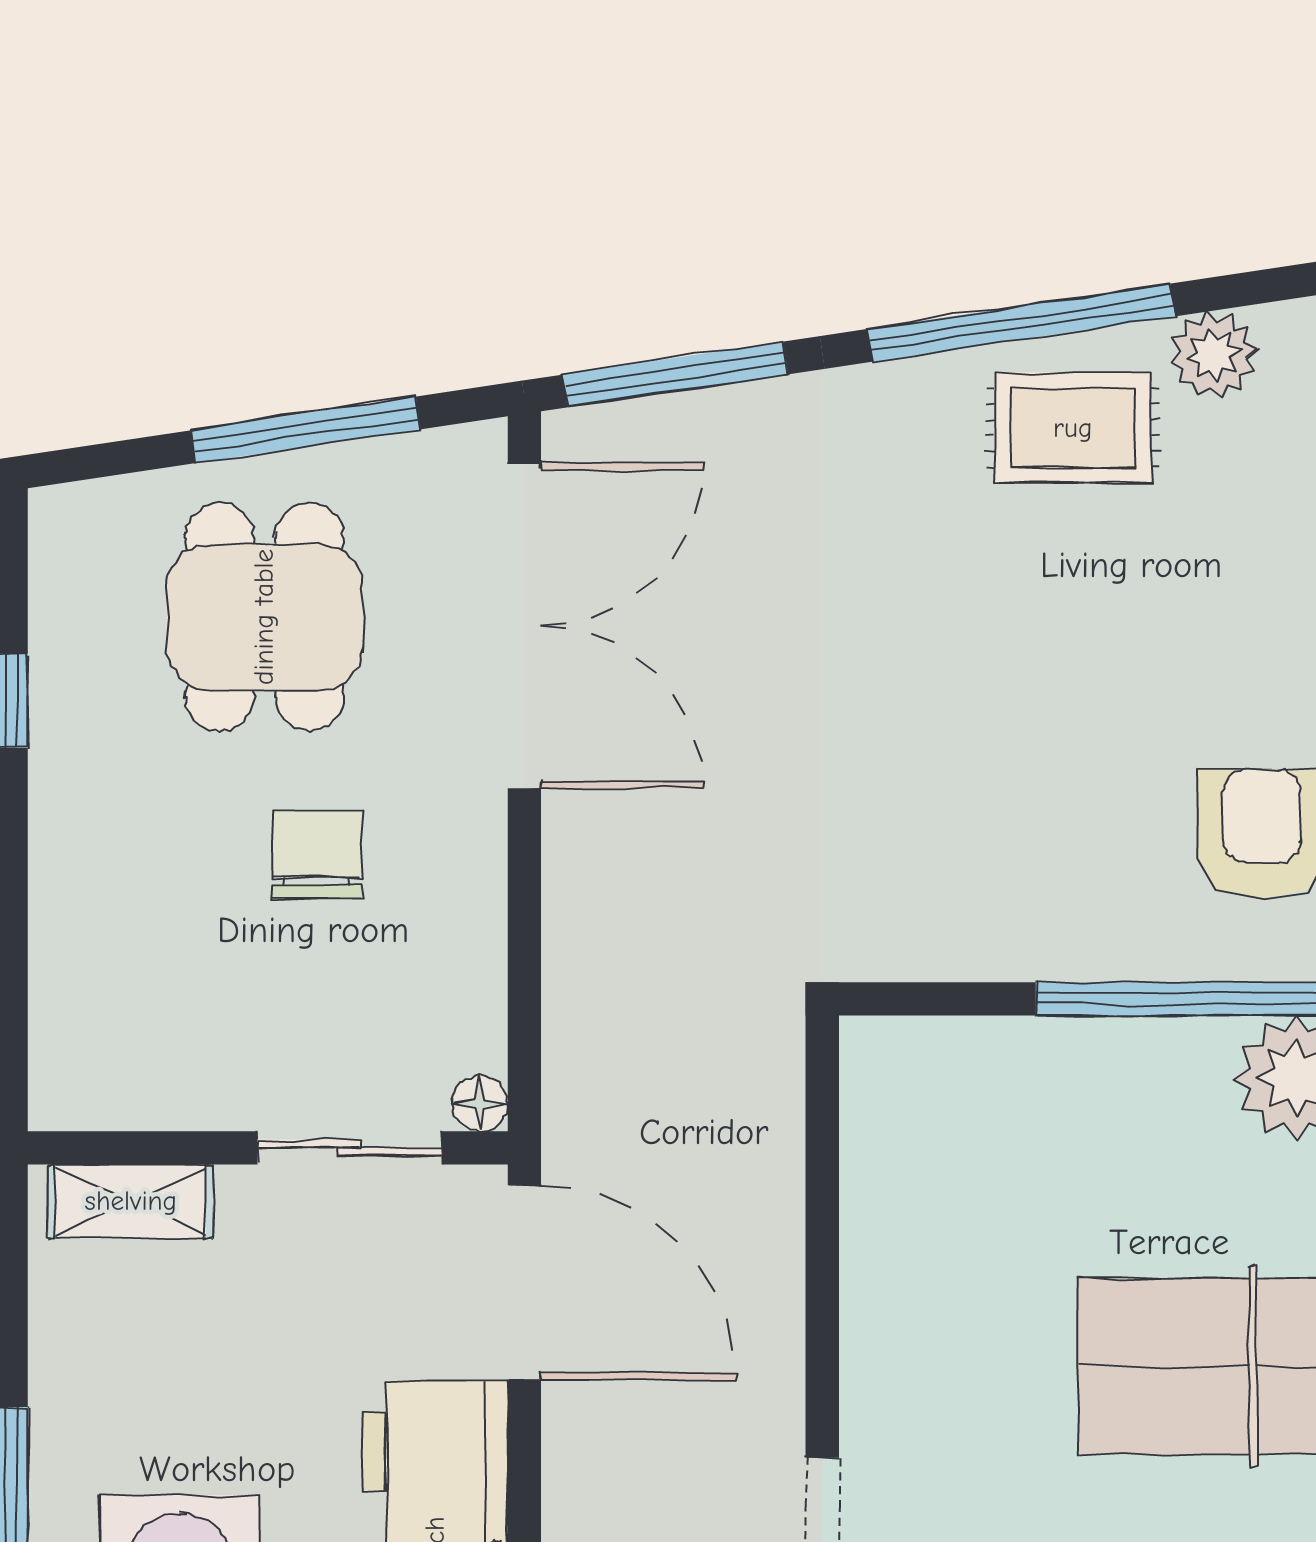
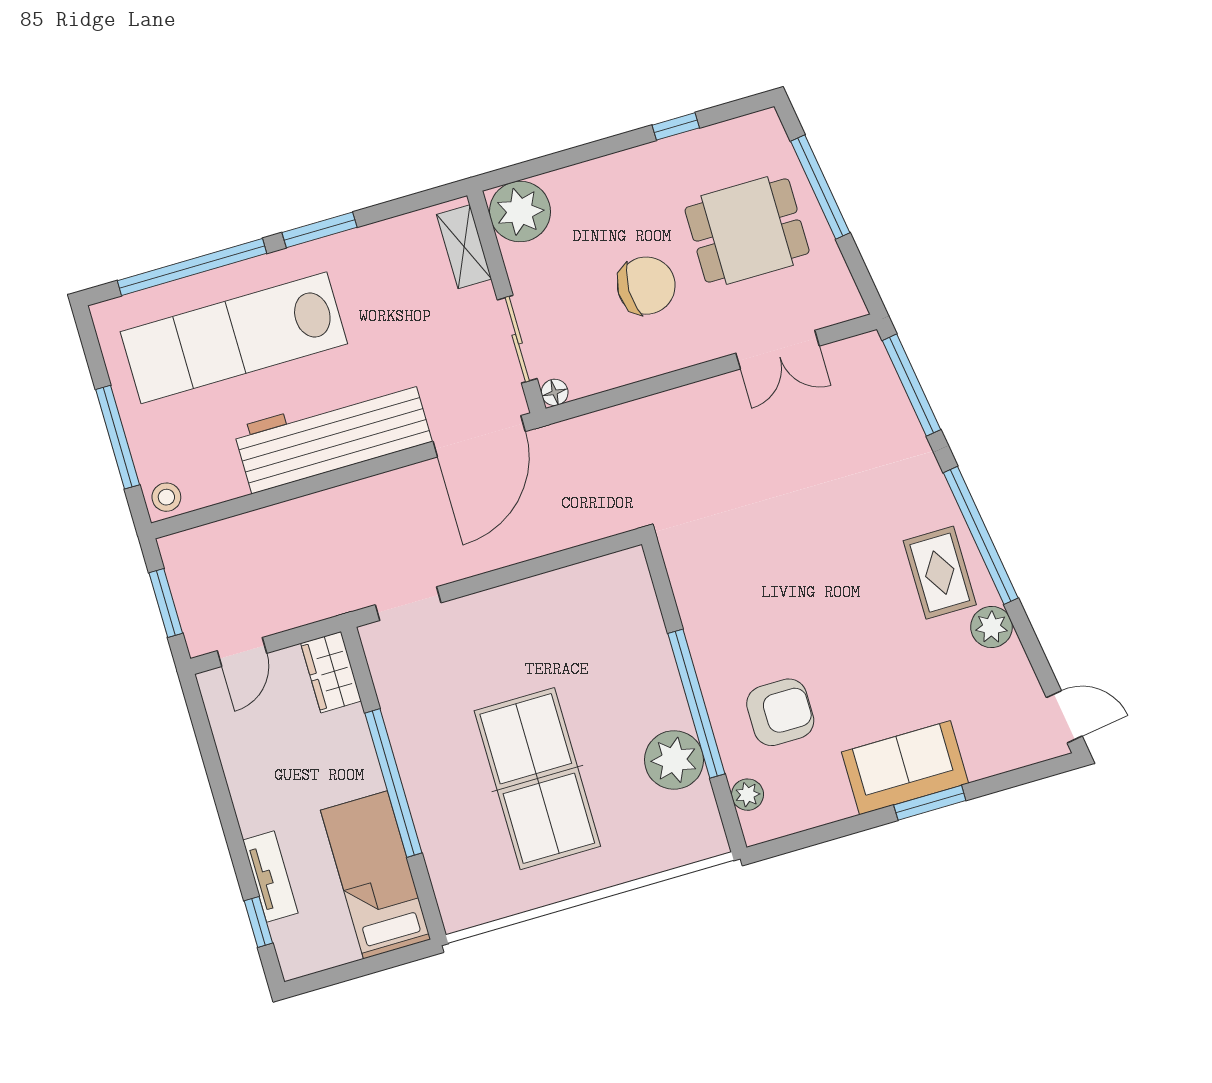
window: (305, 430) -> (820, 187), moved
double door: (524, 625) -> (778, 350), width x0.54
chair: (317, 854) -> (646, 286), width x1.37, depth x1.37
plant: (92, 1067) -> (520, 212), added

